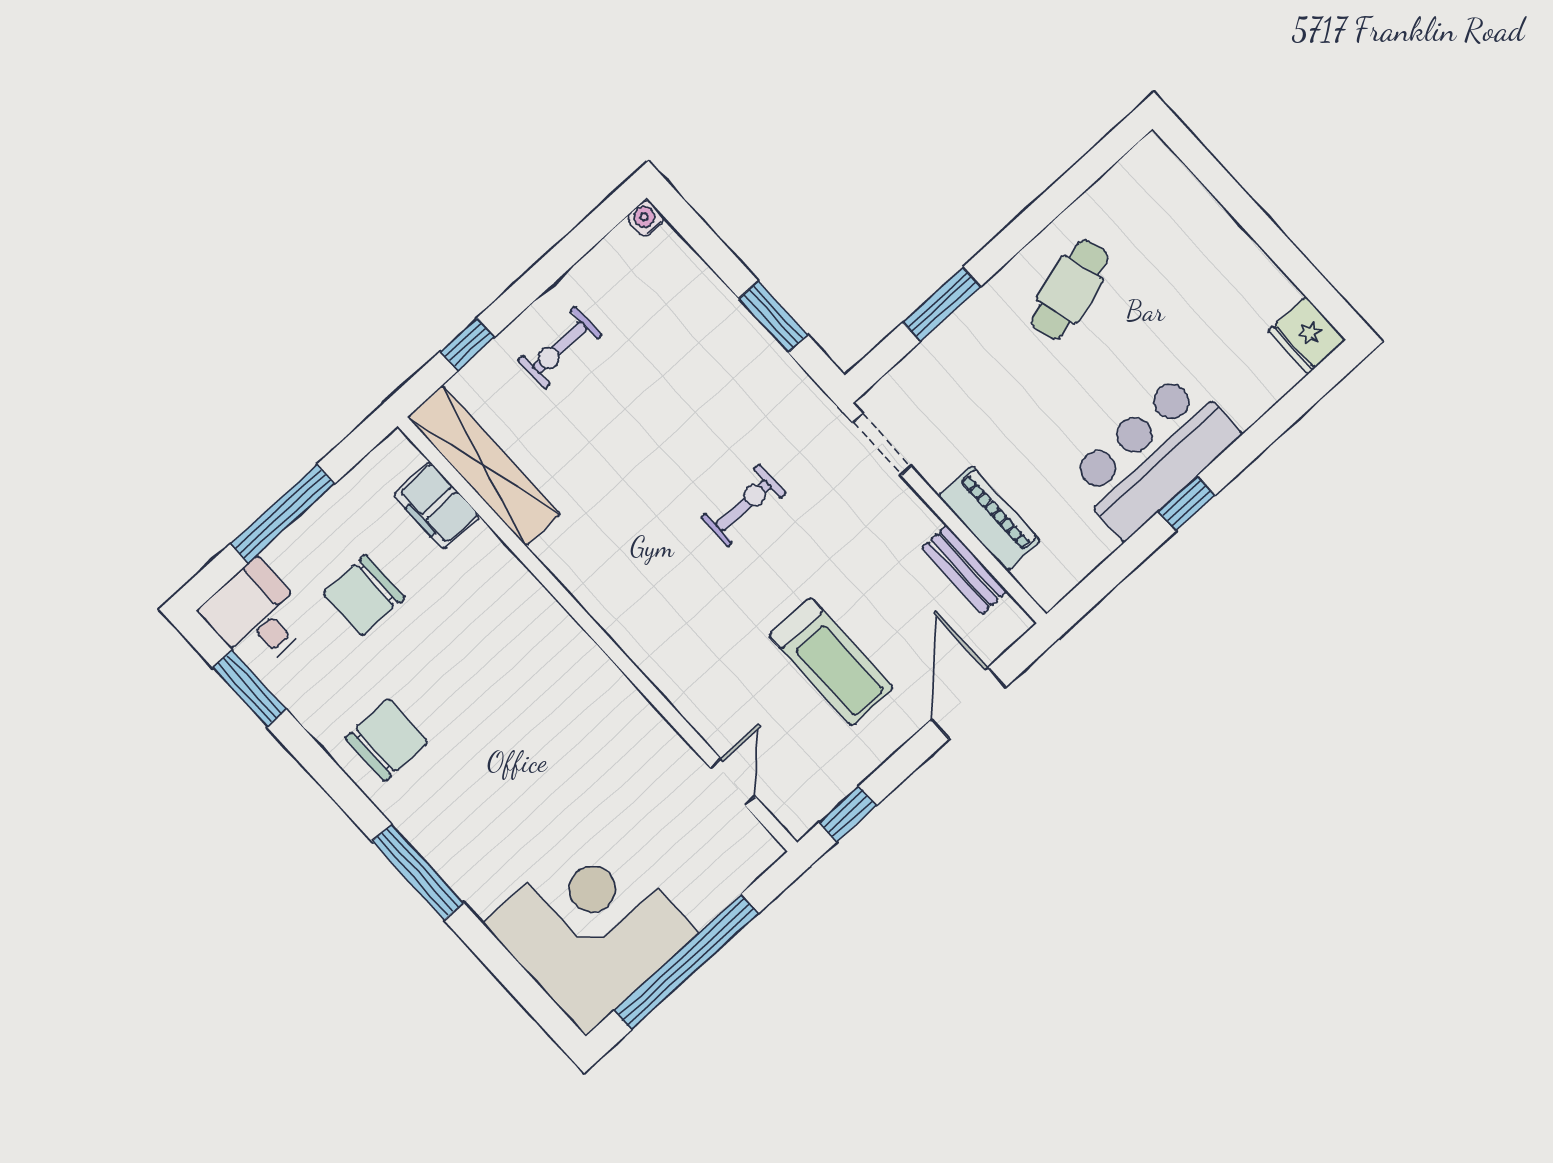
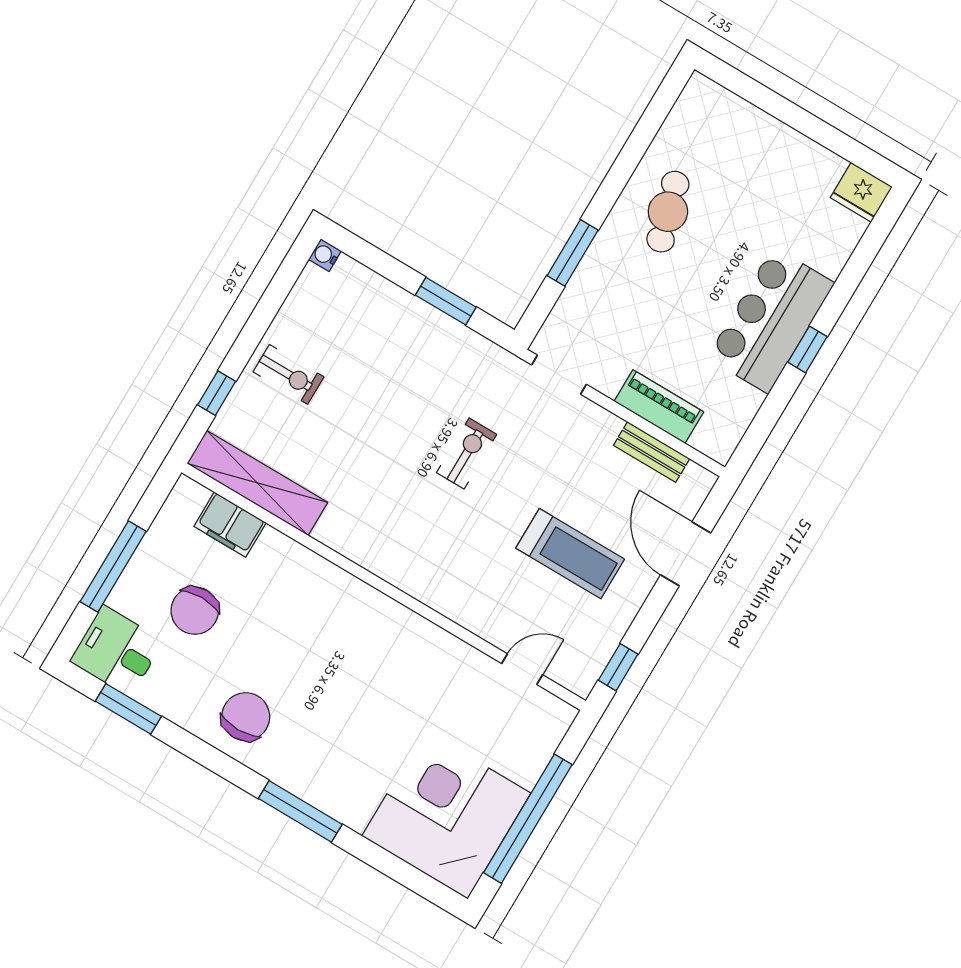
exercise bike: (560, 348) -> (288, 374), turned -89
door: (733, 782) -> (522, 669), hinge flipped

